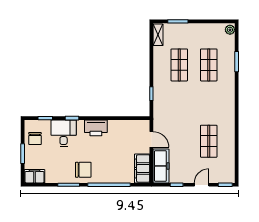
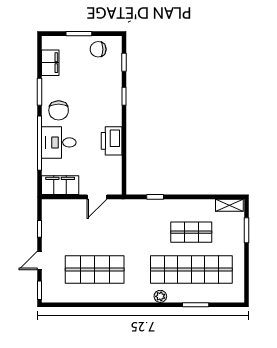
plant: (230, 30) -> (160, 296), moved
shop shelf: (209, 65) -> (191, 269), width x2.00, depth x1.36
printer: (96, 128) -> (112, 141), moved
desk: (64, 133) -> (59, 142), moved, turned 180
shop shelf: (209, 141) -> (95, 269), width x1.43, depth x1.36
freezer: (161, 166) -> (63, 209), removed
filing cabinet: (34, 176) -> (50, 63), moved
door: (202, 185) -> (39, 260), swing flipped

